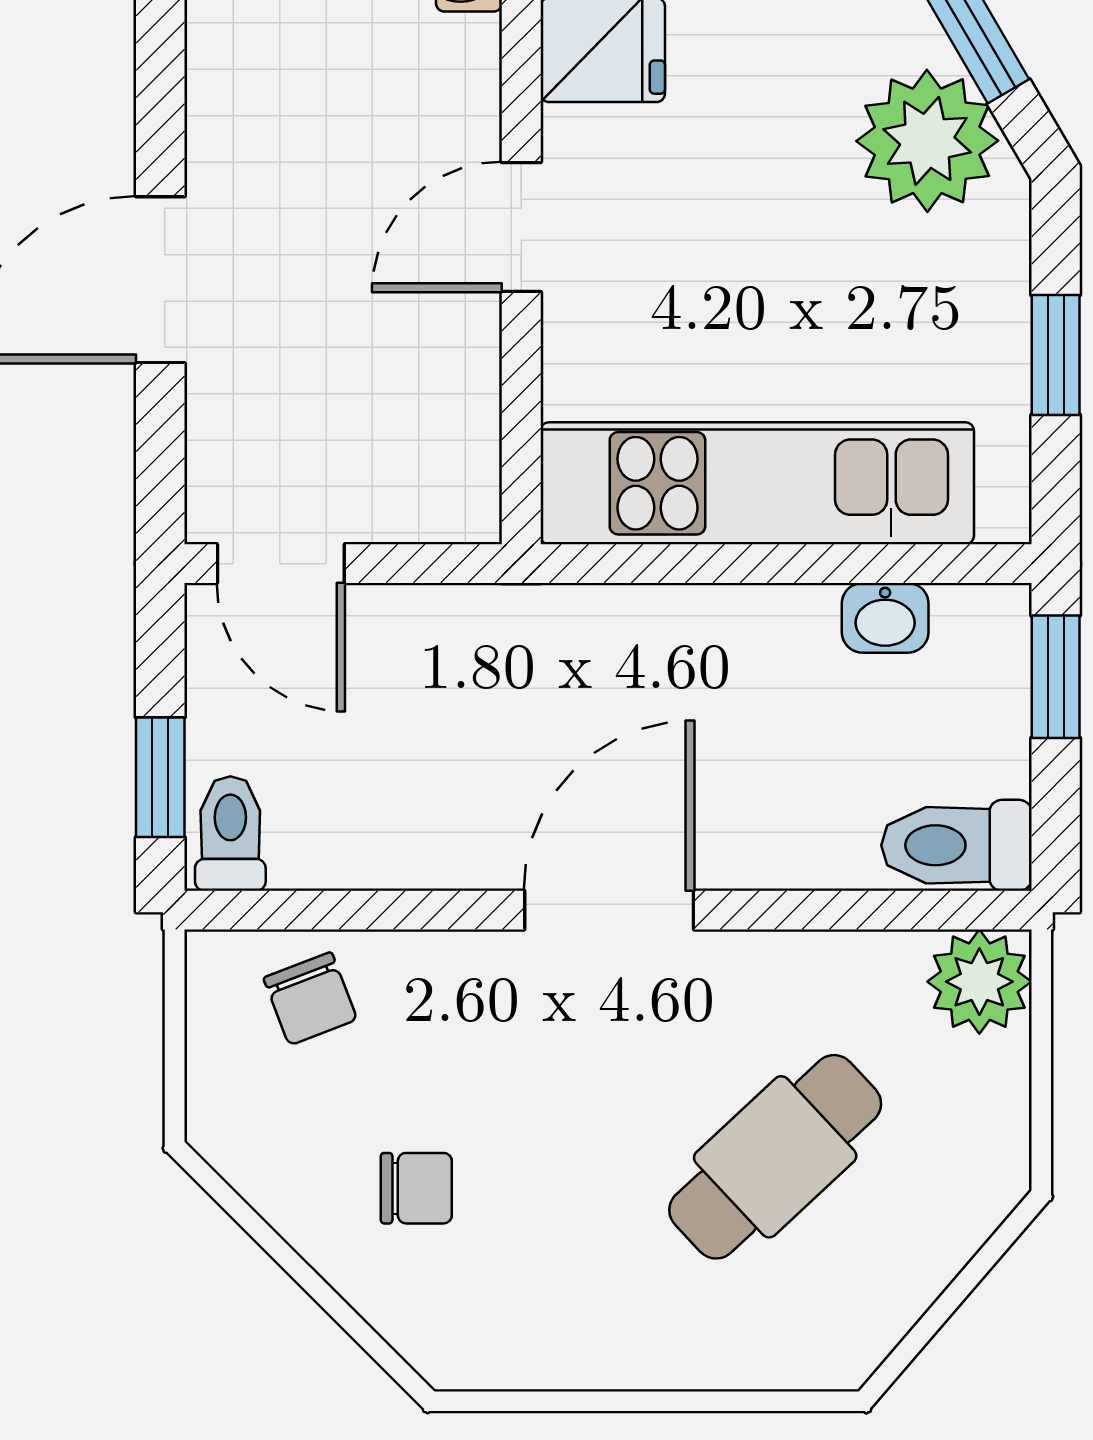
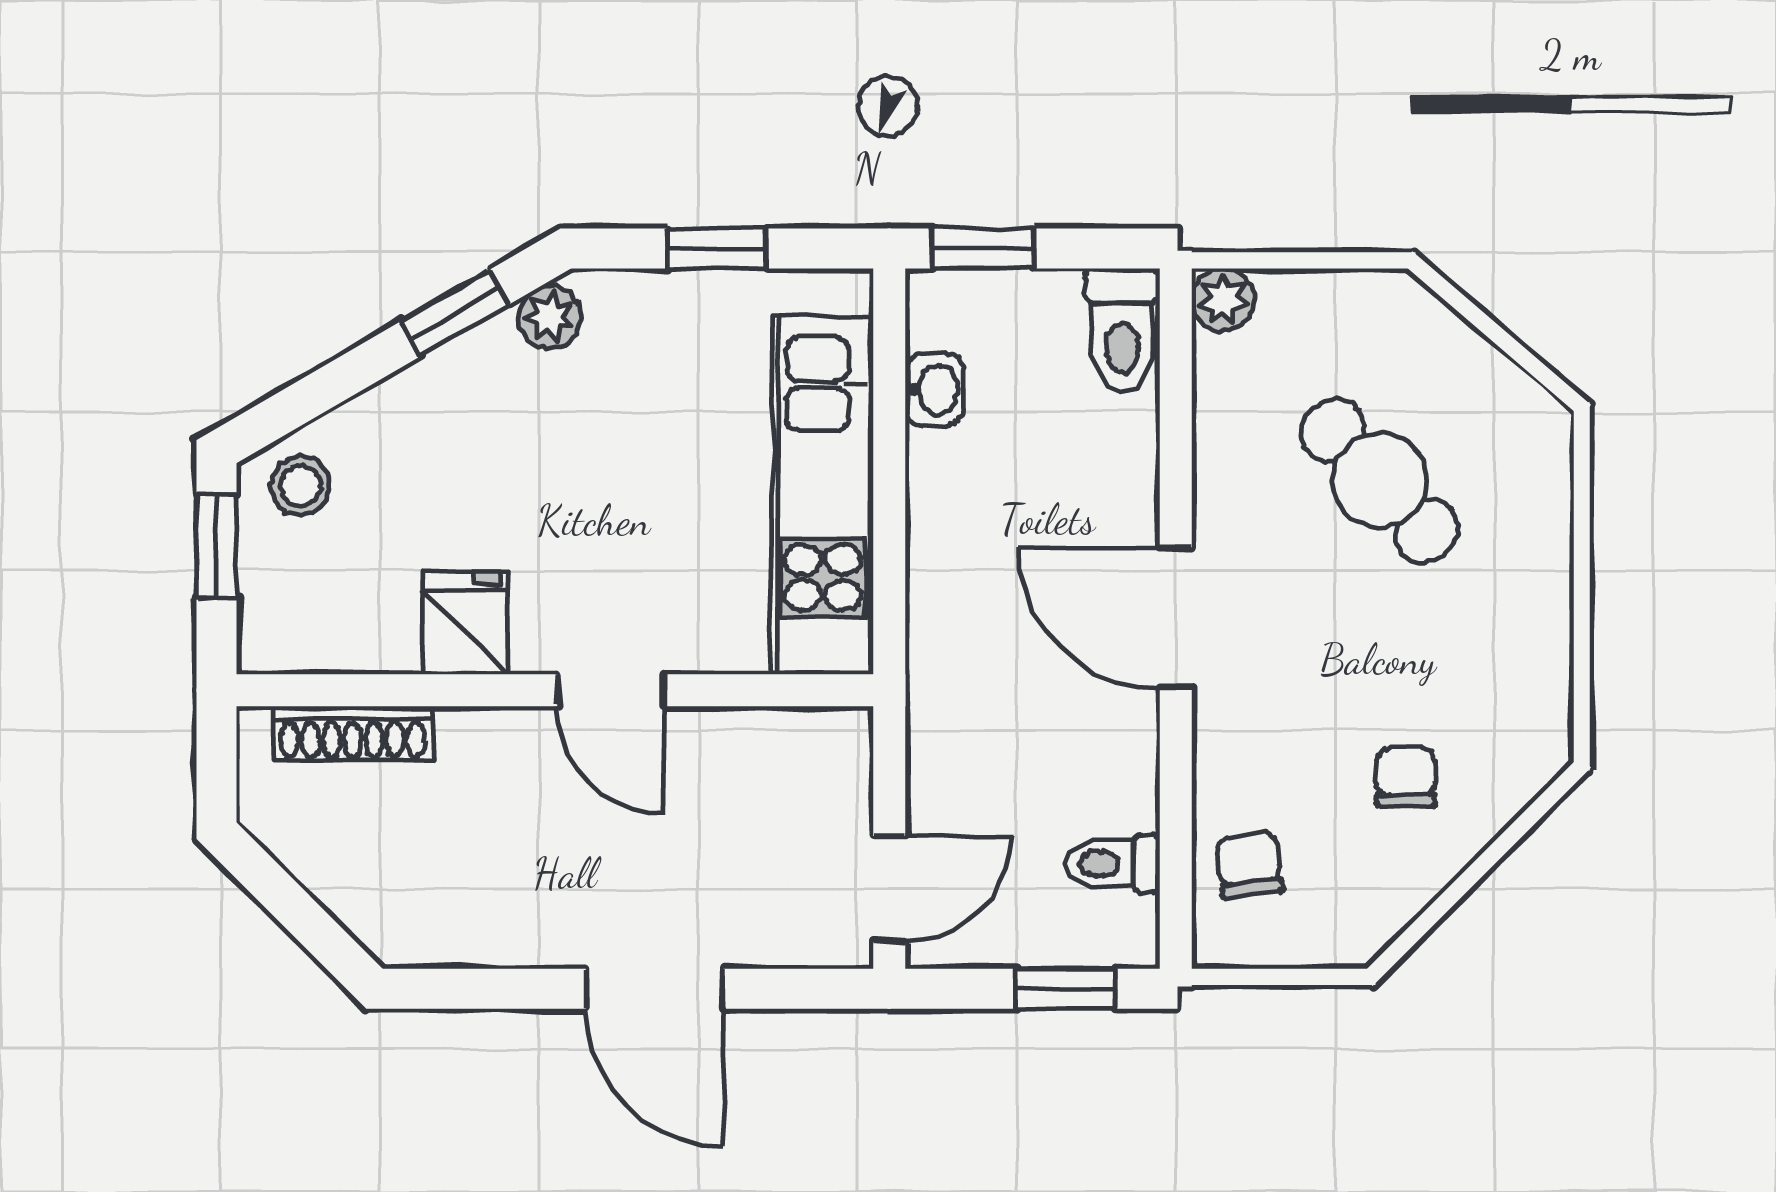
plant: (927, 141) -> (550, 317), width x0.53, depth x0.53
toilet: (230, 834) -> (1112, 864), moved
plant: (979, 982) -> (1223, 300), width x0.73, depth x0.73
chair: (310, 999) -> (1249, 865), turned -77

